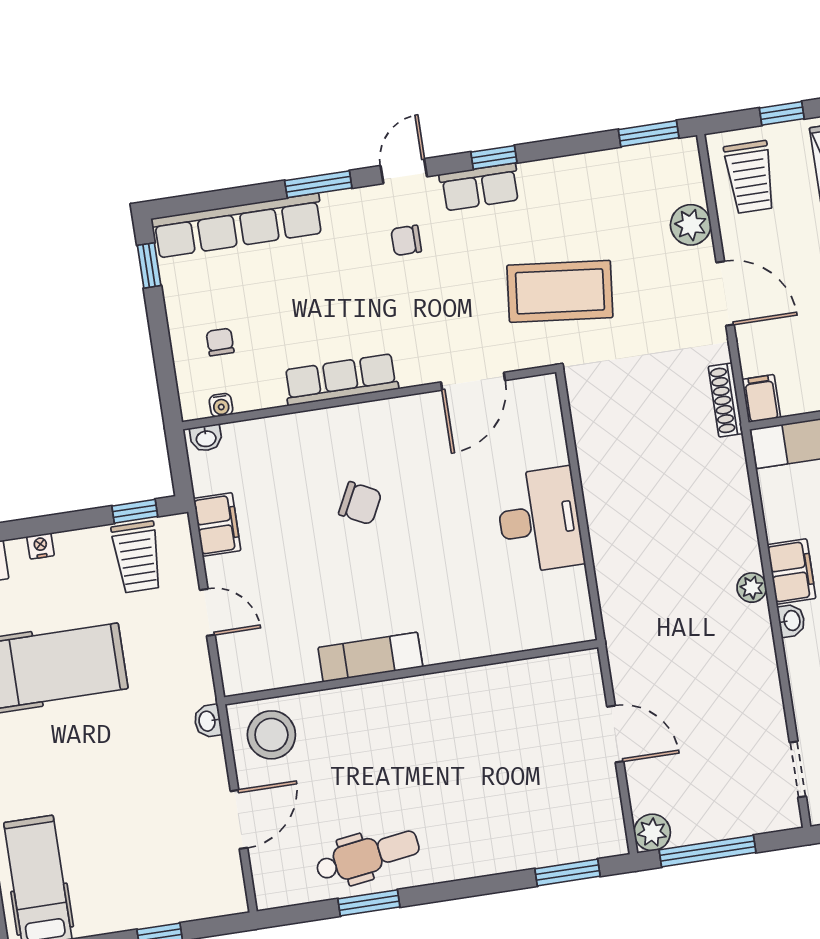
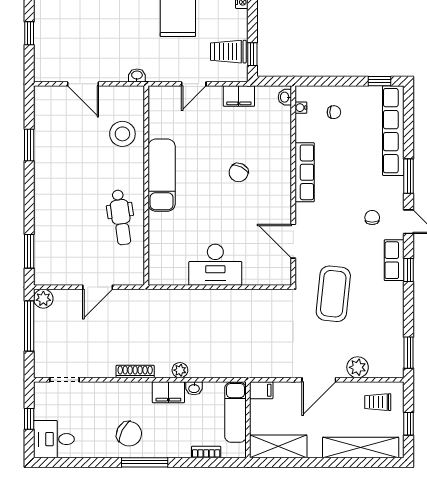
trolley: (750, 177) -> (378, 402), width x0.73, depth x0.72
shoe rack: (726, 400) -> (135, 372), moved
plant: (752, 588) -> (180, 370), moved
washbasin: (791, 621) -> (194, 388), moved
exam couch: (370, 657) -> (162, 175), width x1.36, depth x1.45
stool: (271, 735) -> (122, 134), moved
dental chair: (368, 856) -> (121, 217), moved

